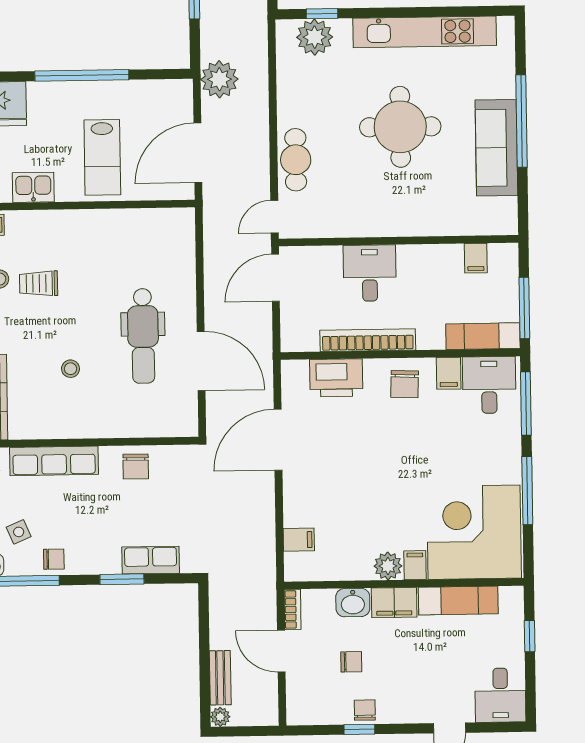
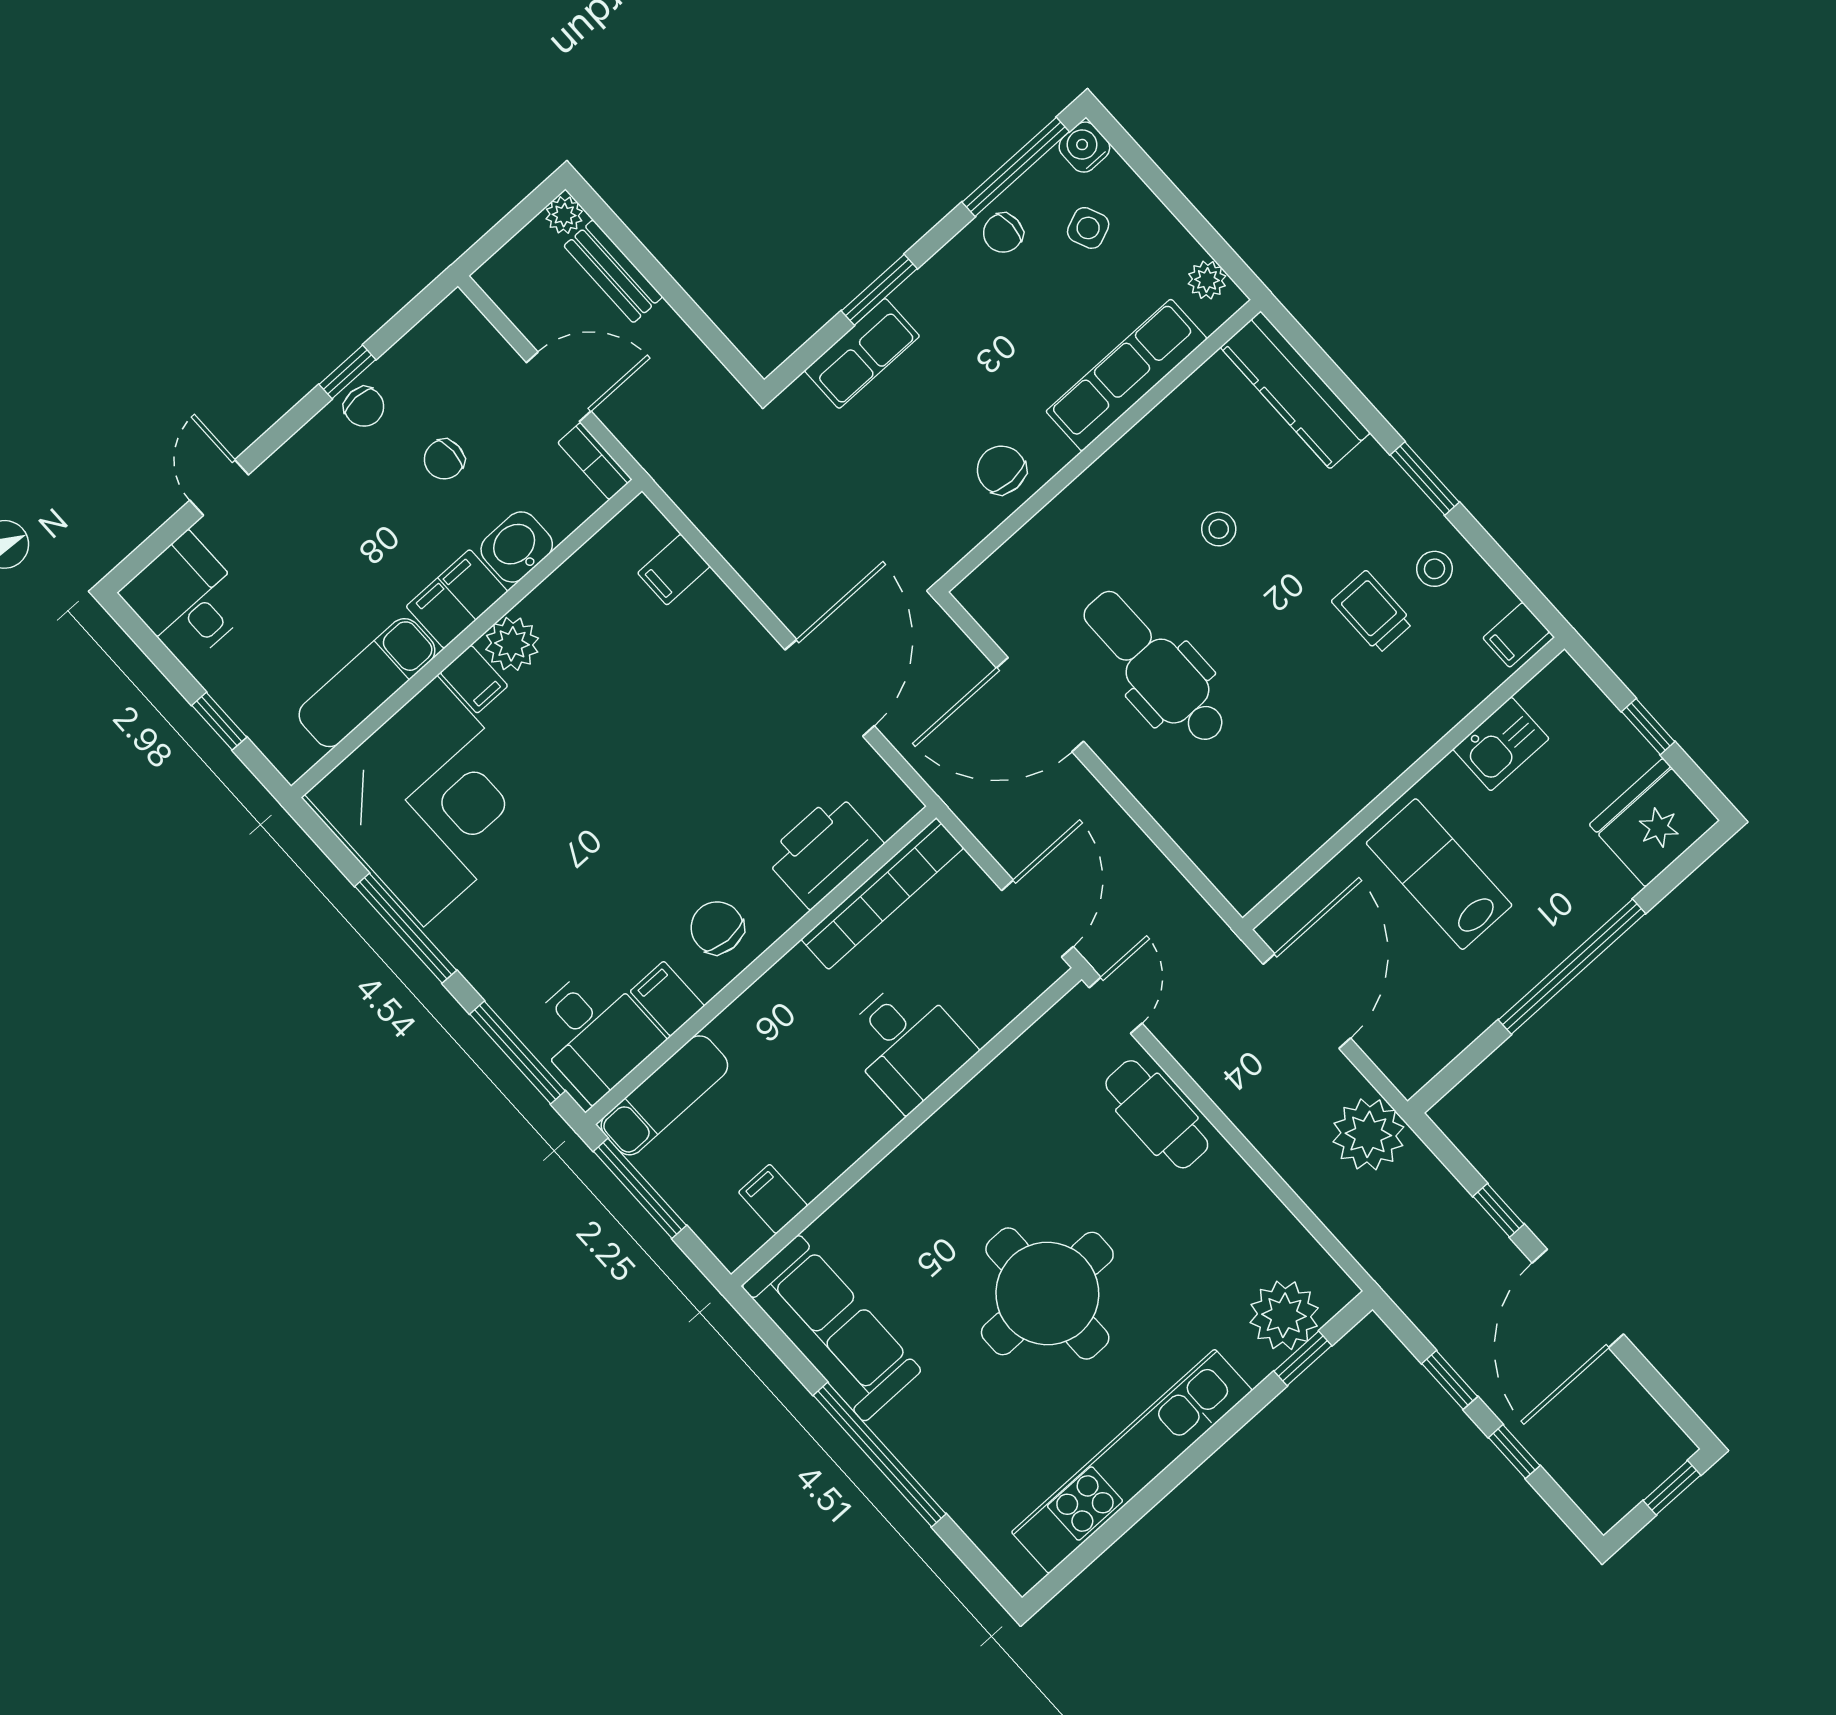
sofa: (496, 148) -> (832, 1328), moved
trolley: (39, 283) -> (1372, 612), turned -90
bookcase: (368, 340) -> (882, 894), moved

